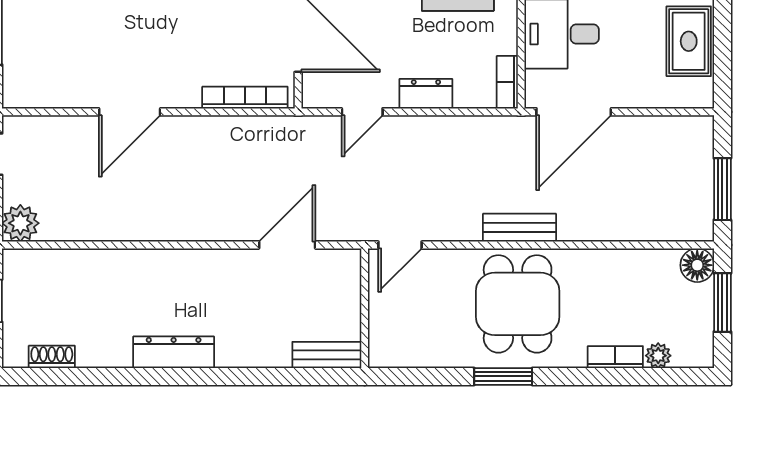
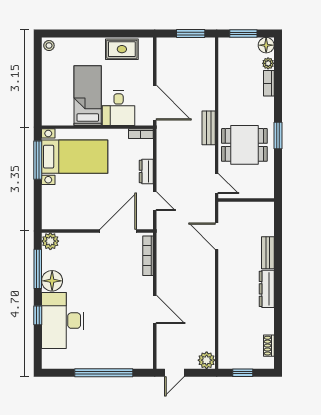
floor lamp: (697, 265) -> (266, 45), moved
dining table: (518, 304) -> (244, 145), moved
bench: (327, 355) -> (268, 253), moved

